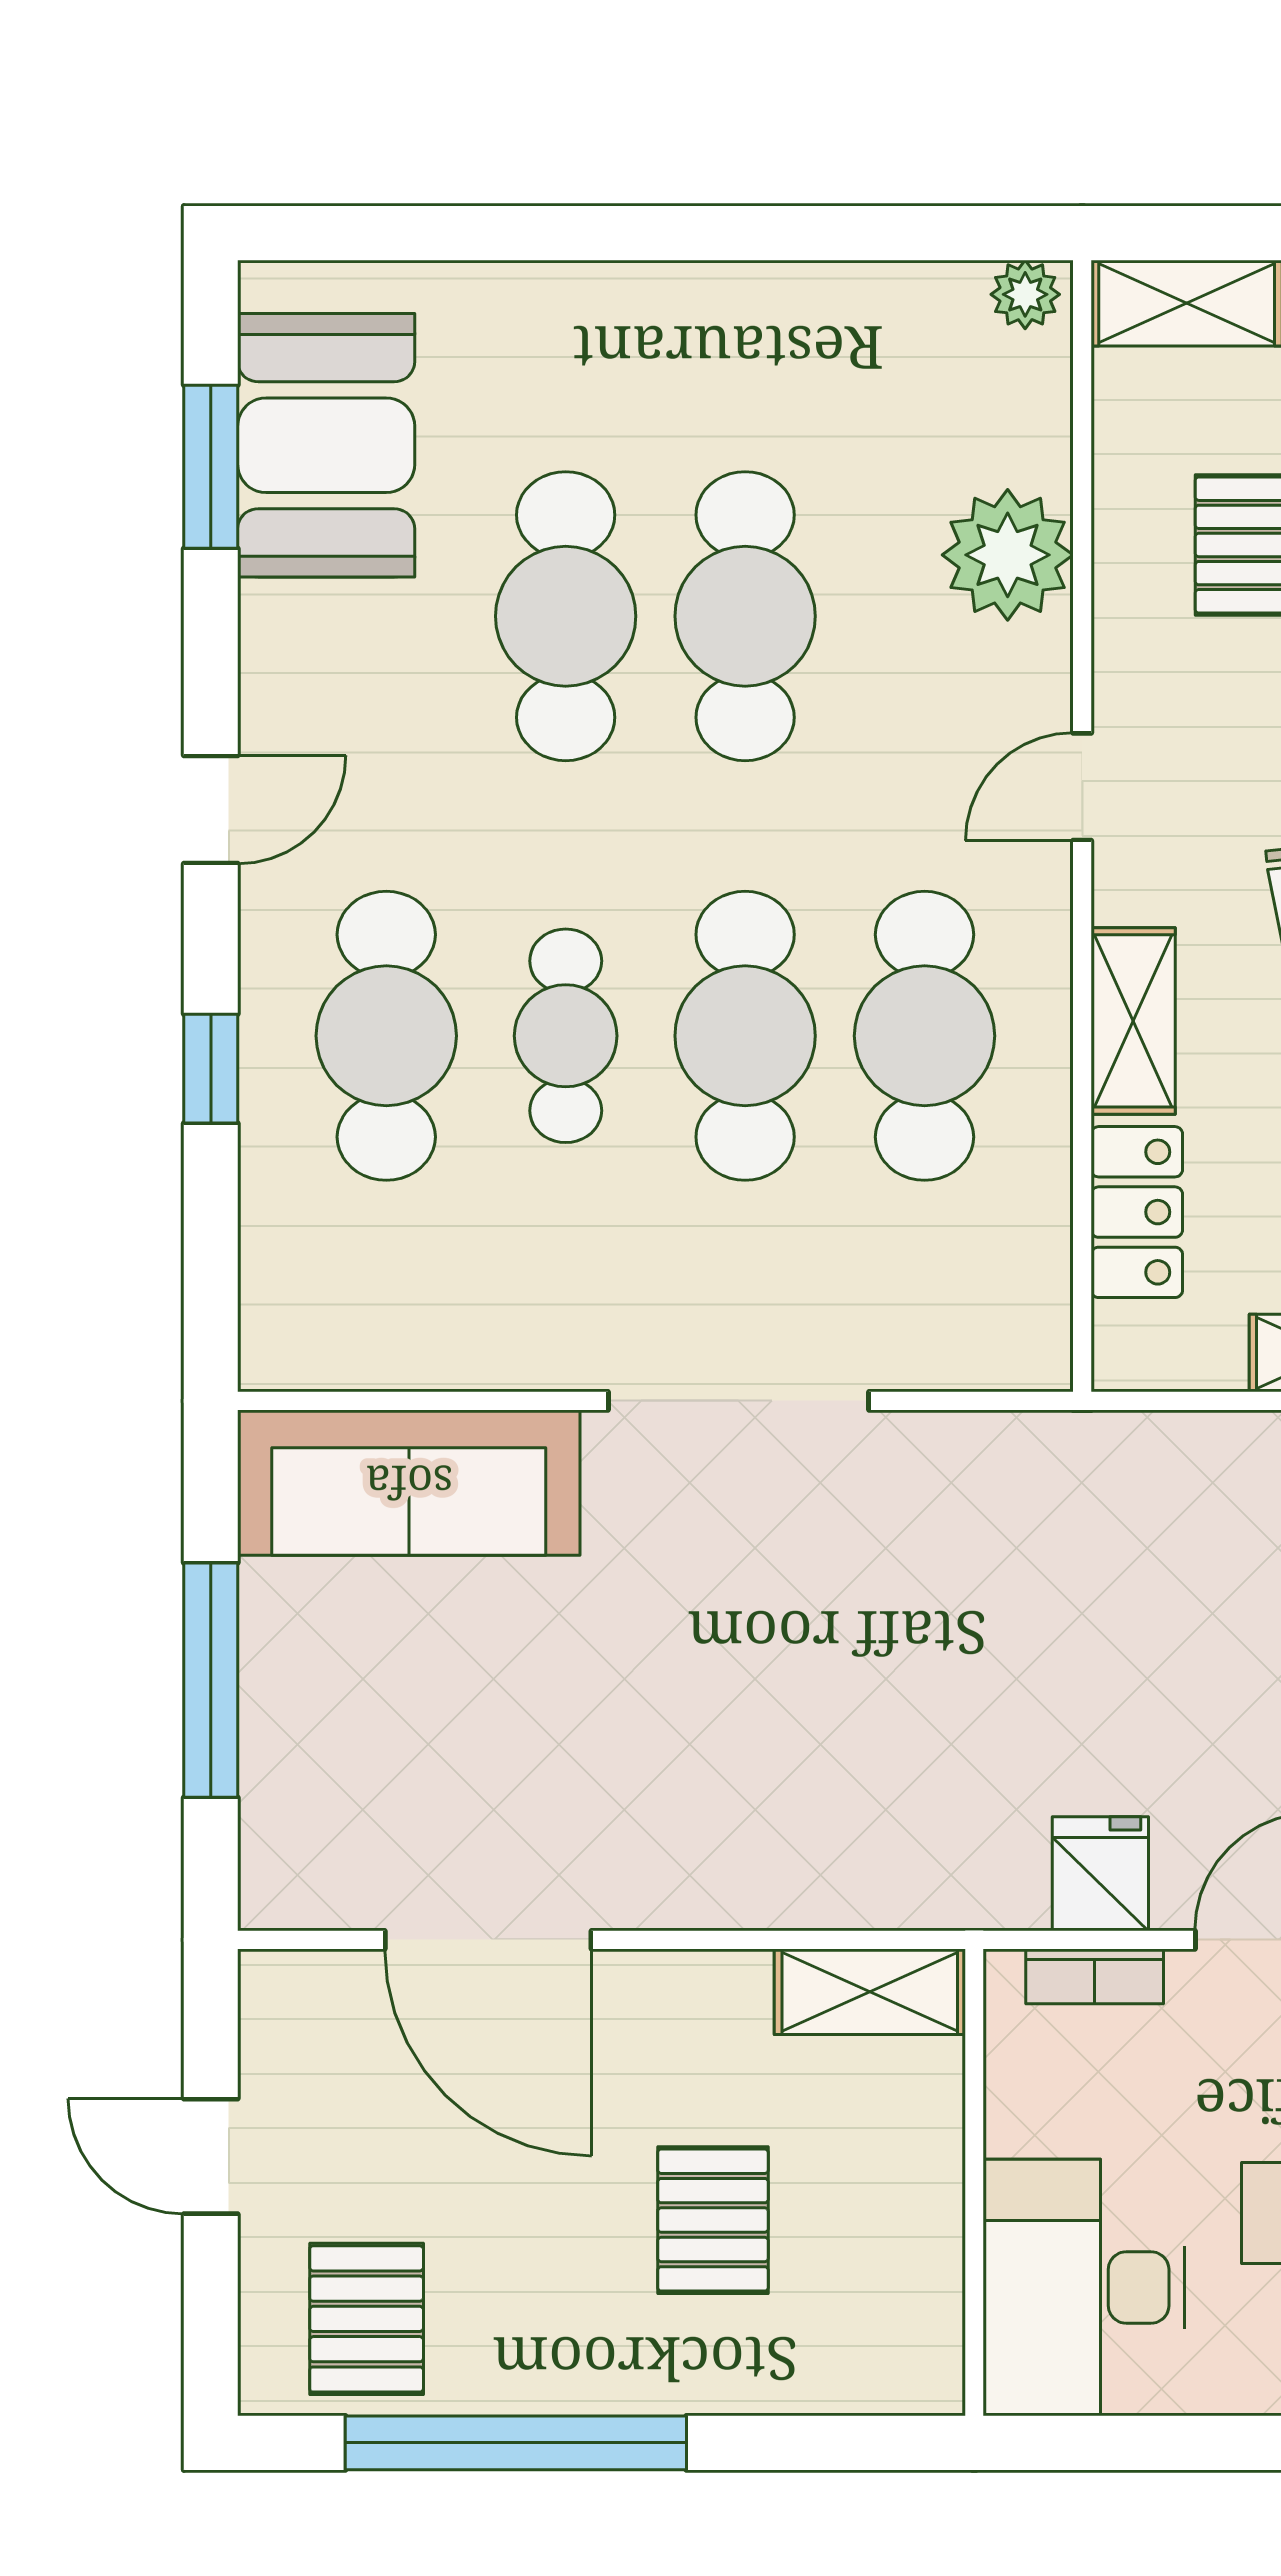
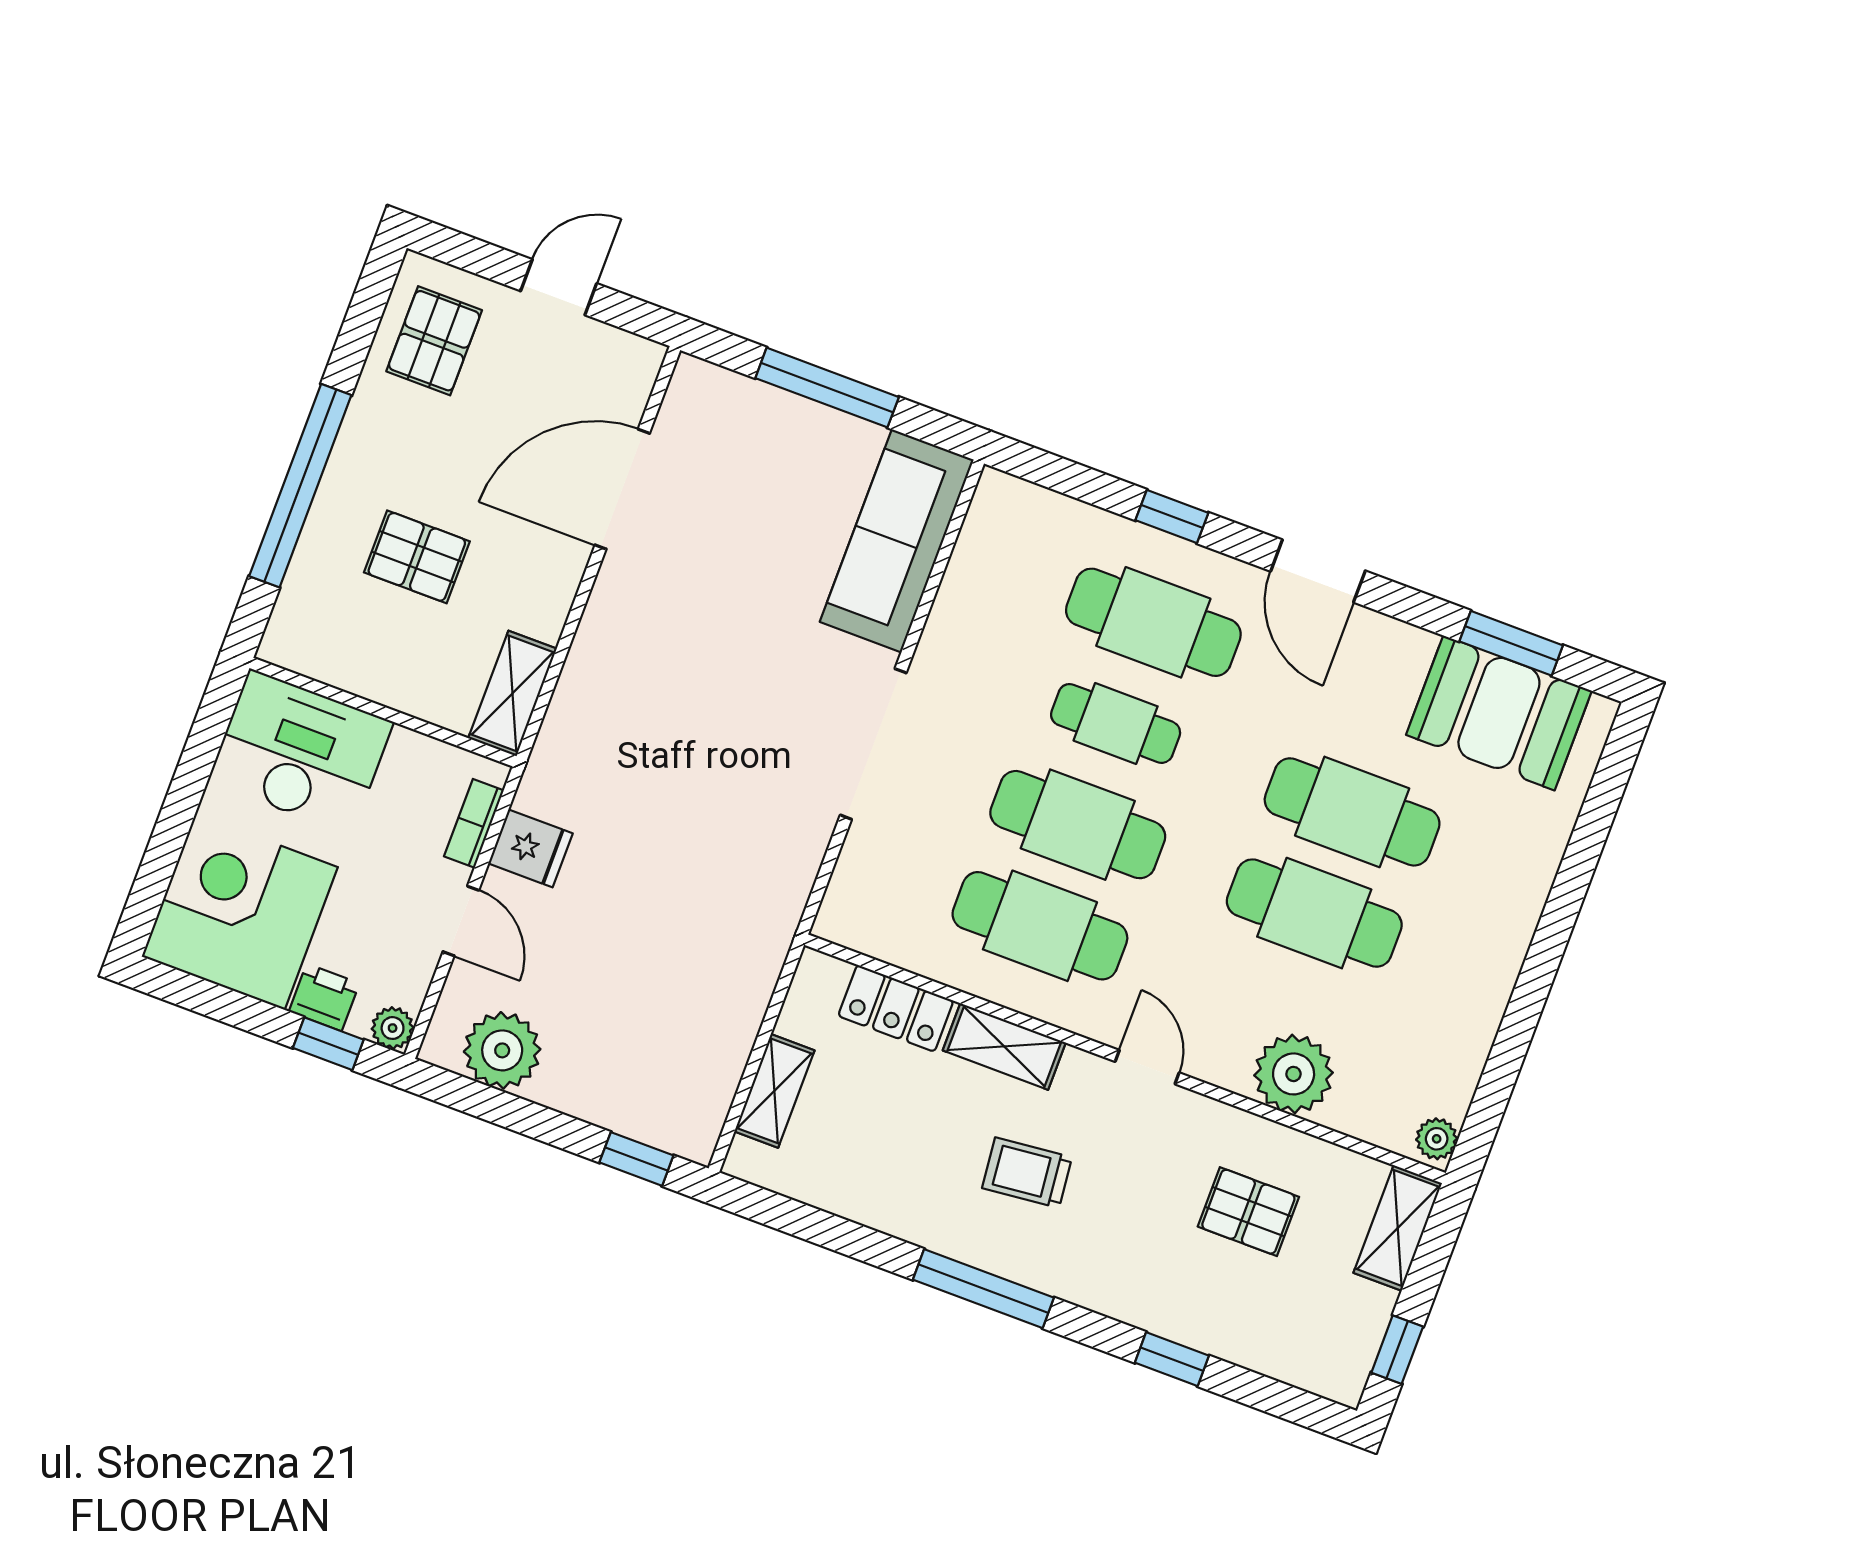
door: (211, 809) -> (1318, 571), width x1.38
pallet: (367, 2319) -> (434, 341), turned 90
window: (516, 2443) -> (300, 486), moved

